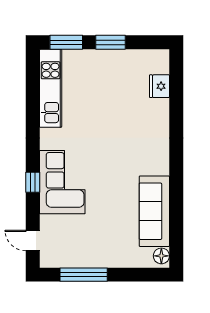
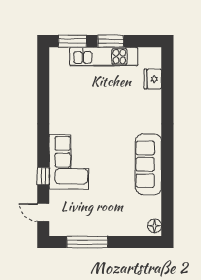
kitchen unit: (51, 88) -> (104, 57), moved, turned 90
window: (33, 182) -> (43, 176), moved
sofa: (154, 211) -> (148, 164), moved

